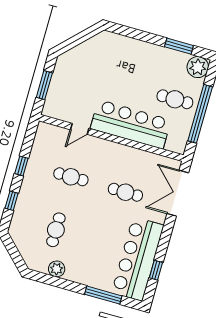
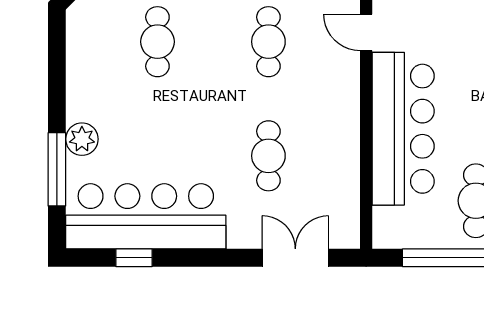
double door: (178, 193) -> (295, 258), width x0.73
cafe table: (56, 230) -> (157, 42), turned 90
plant: (57, 269) -> (82, 139), moved

